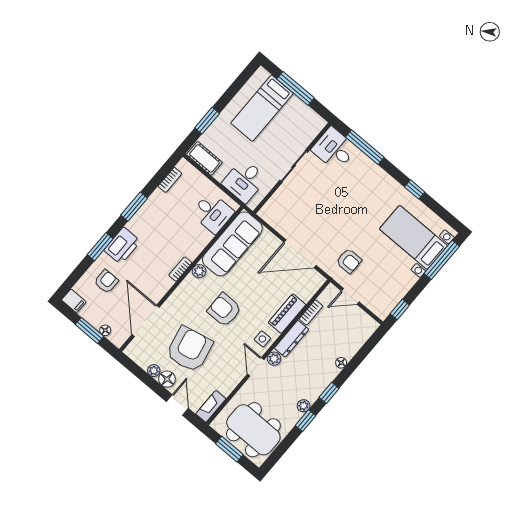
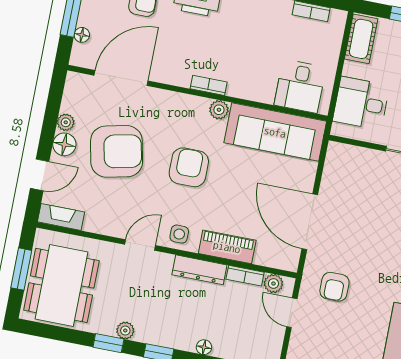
plant: (274, 359) -> (273, 284), moved

